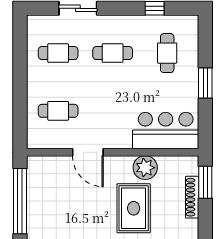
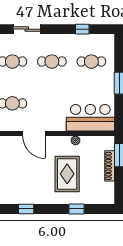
cafe table: (167, 53) -> (91, 62), turned 90
plant: (145, 168) -> (75, 140), width x0.53, depth x0.53

